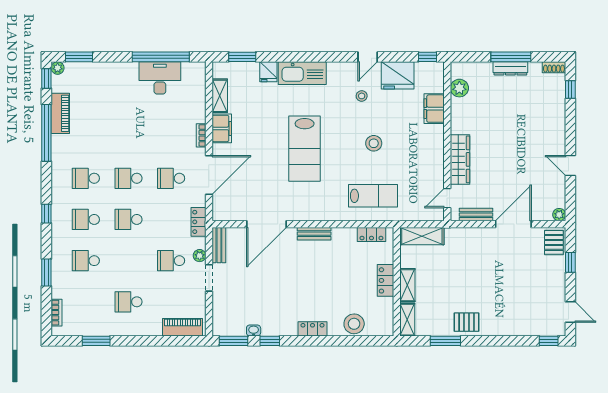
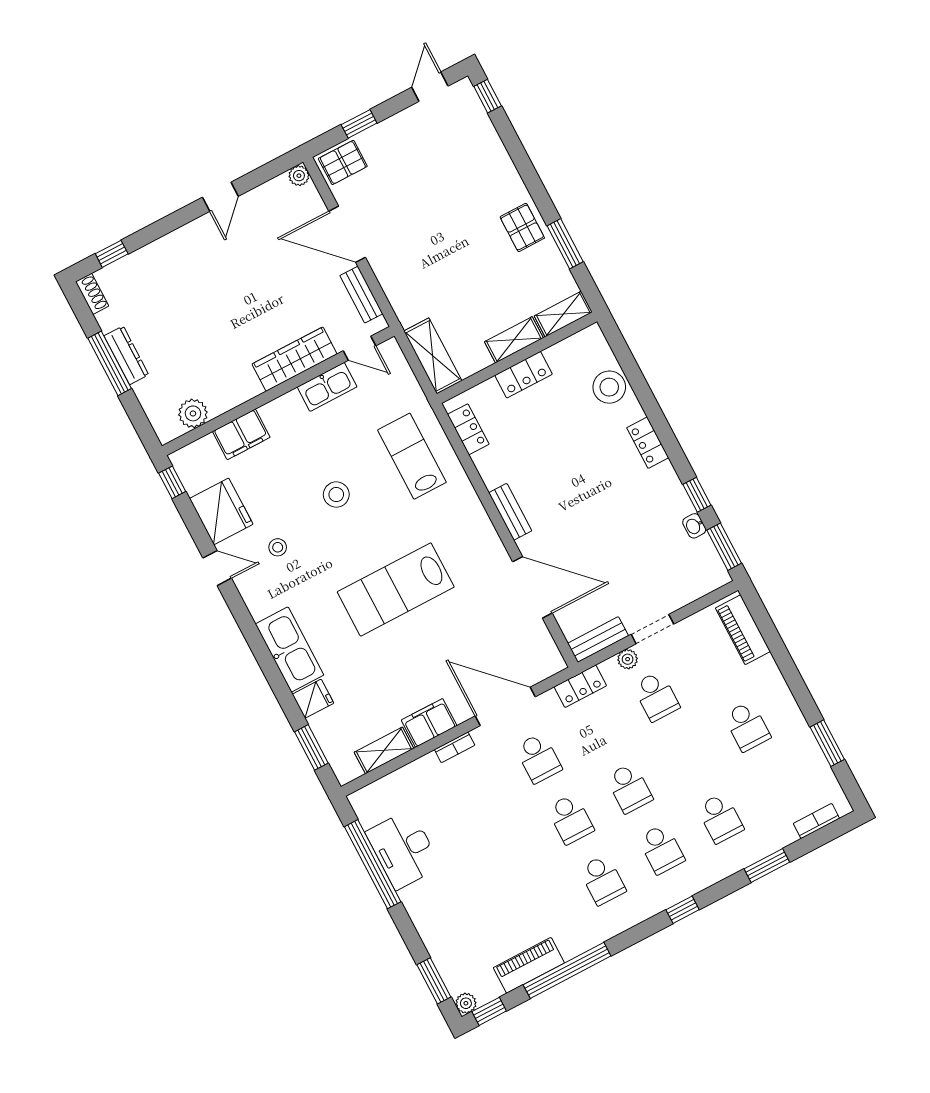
lab bench: (305, 149) -> (396, 589), turned 180
kitchen sink: (435, 169) -> (327, 387), added

